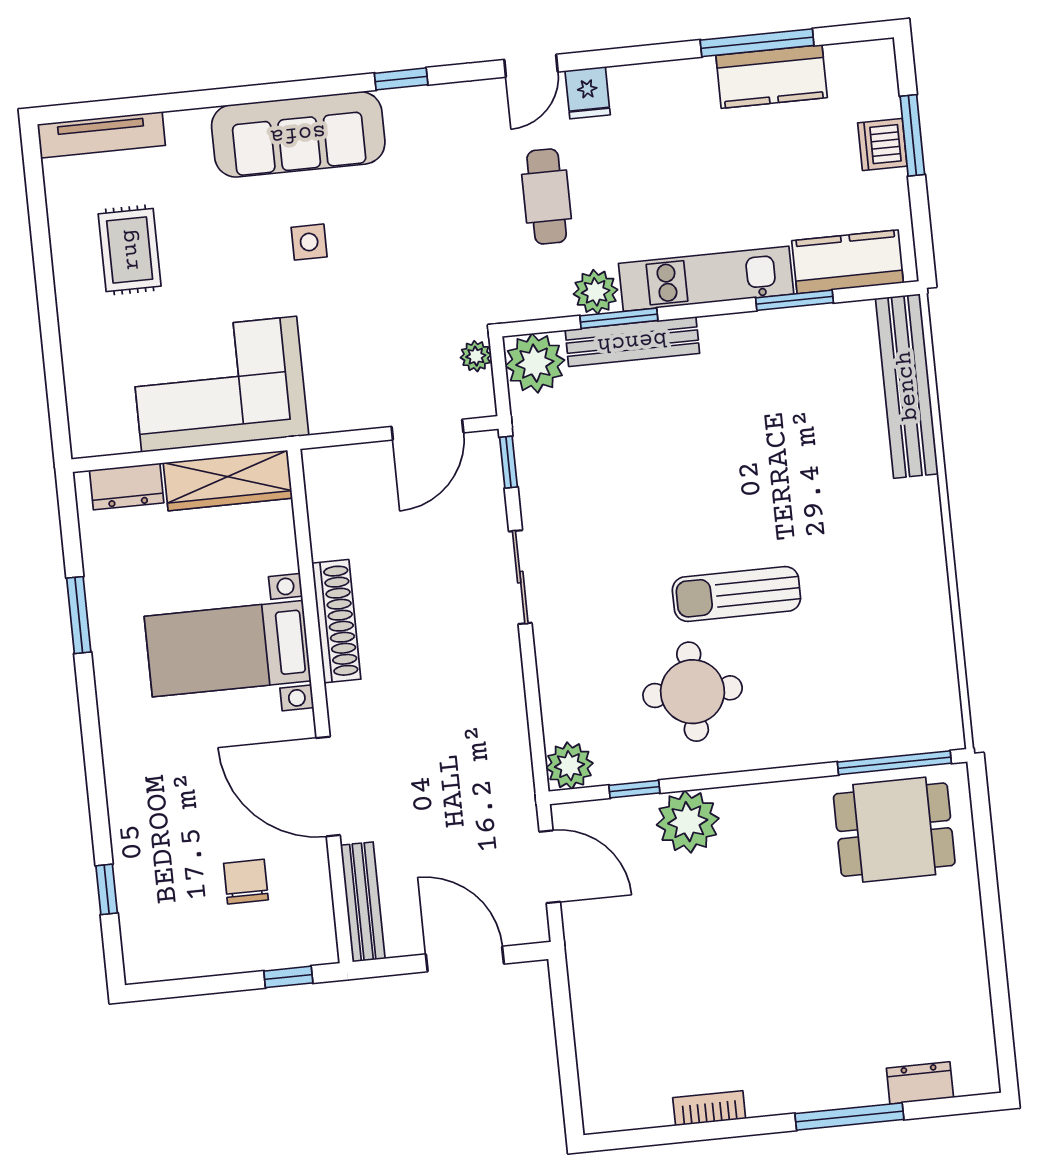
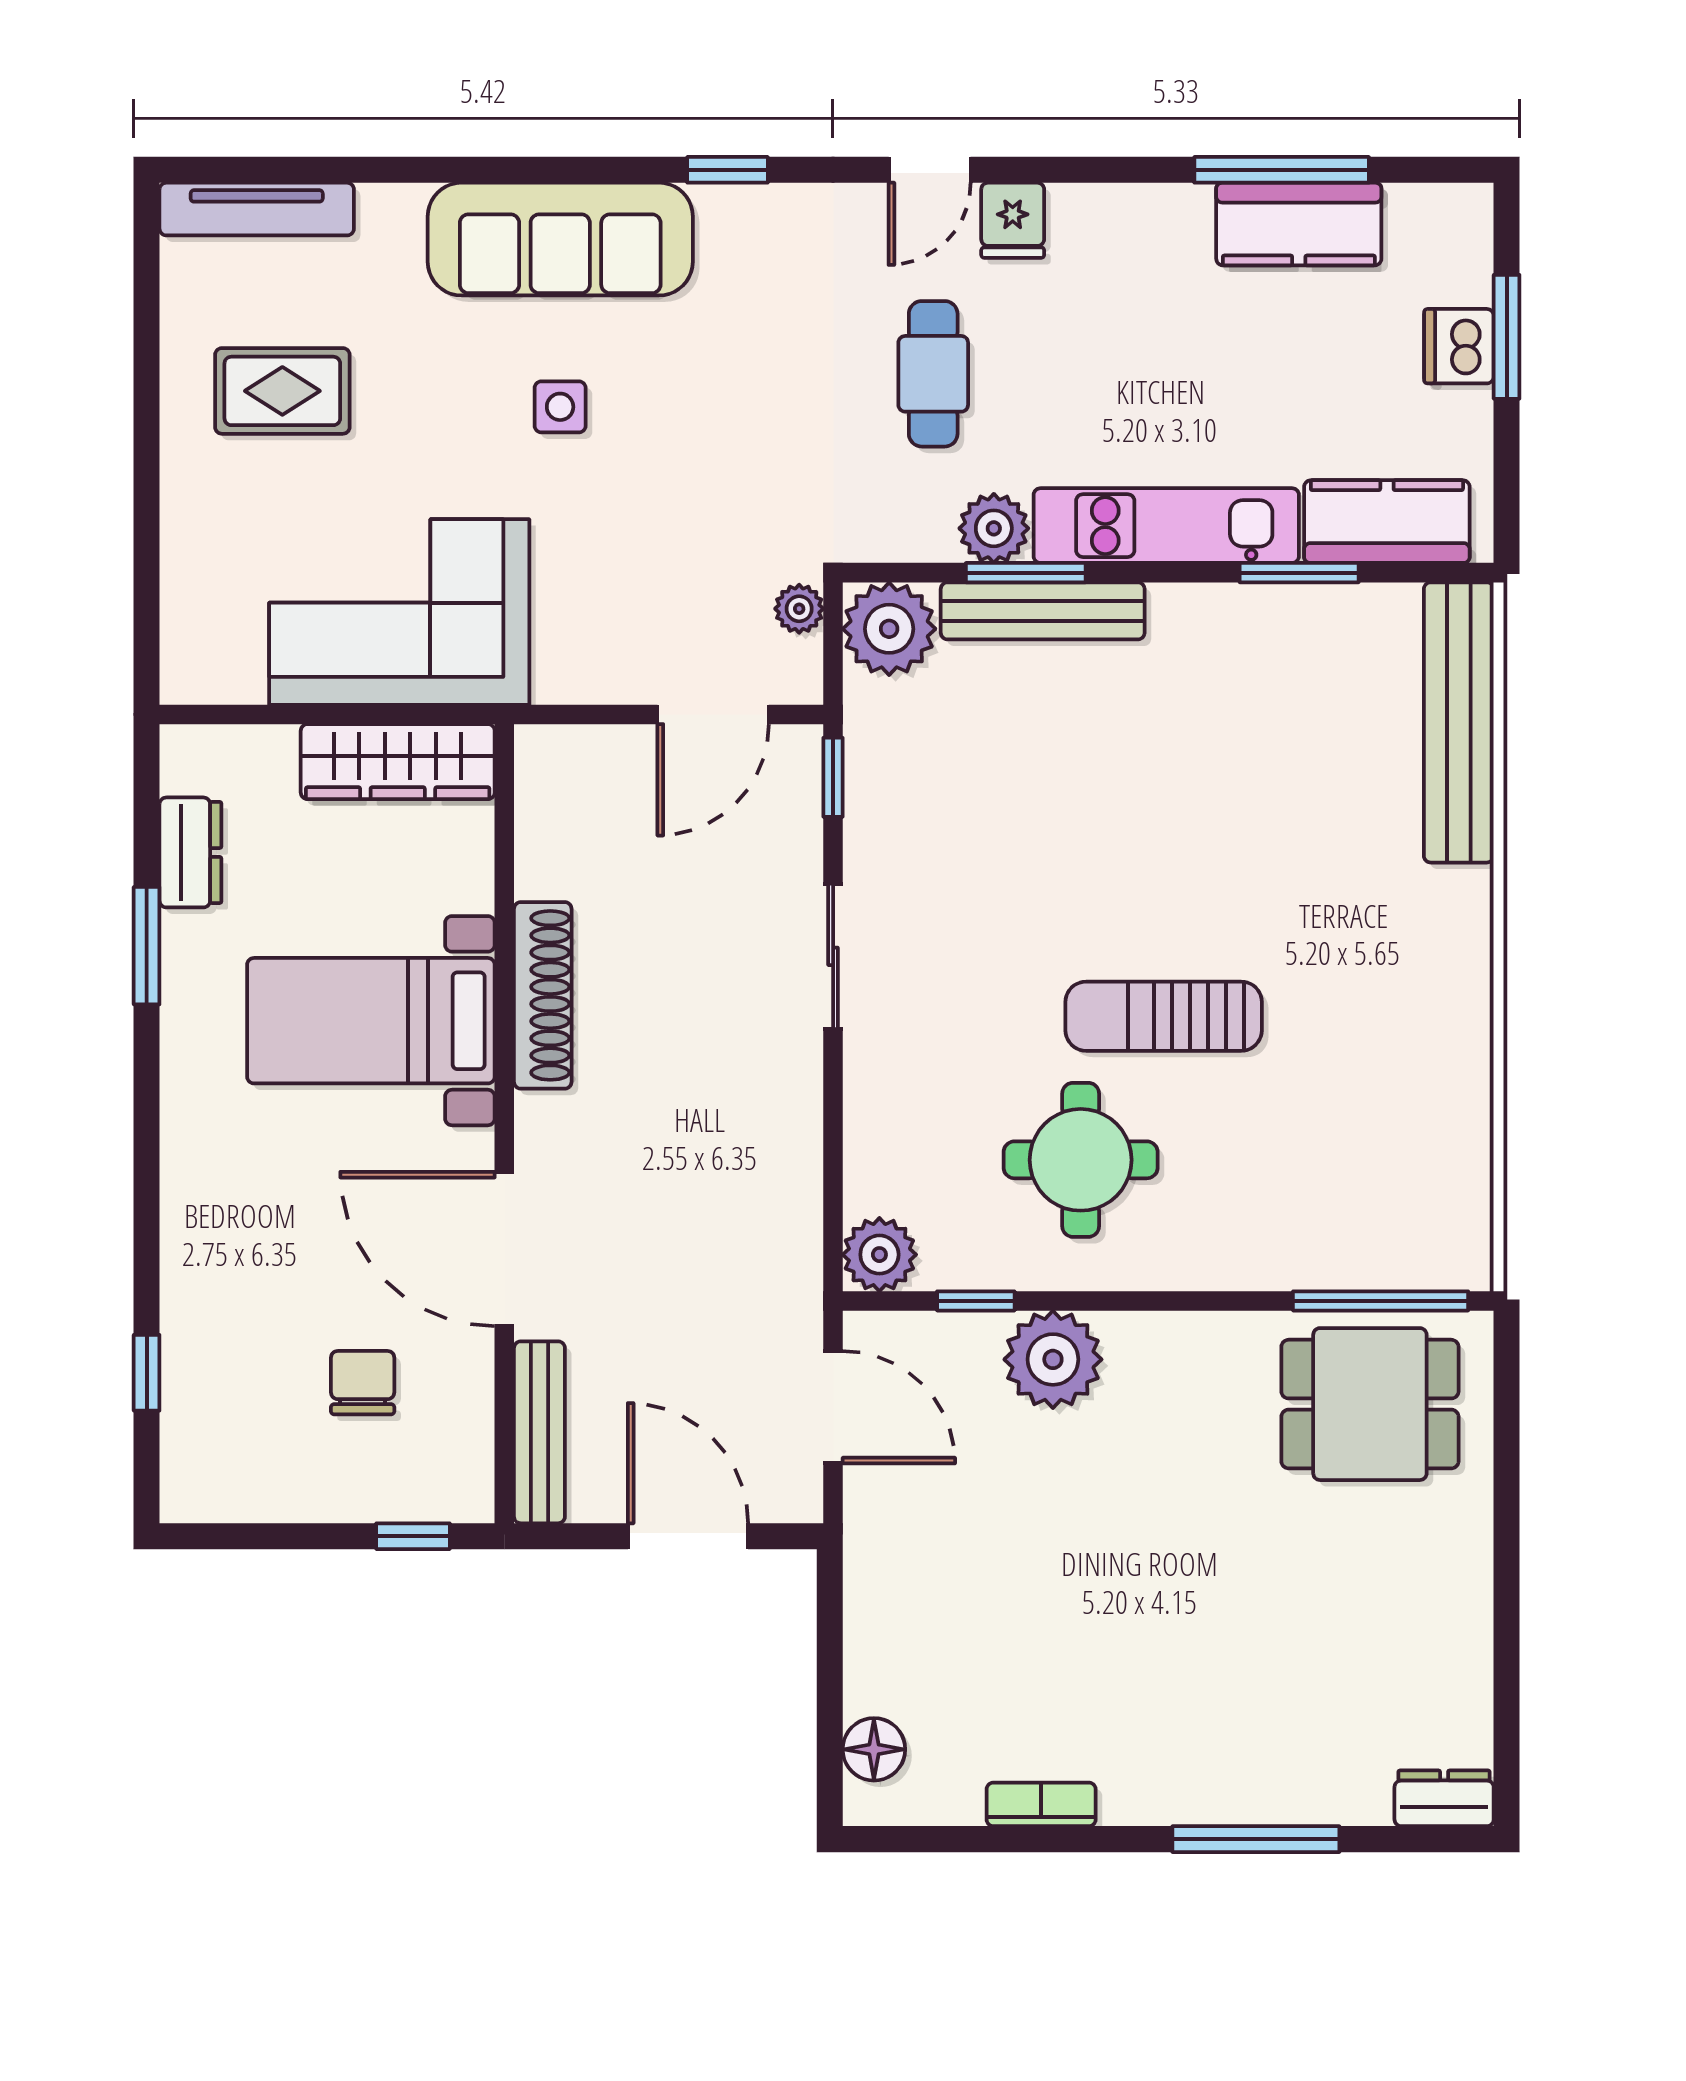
rug: (130, 250) -> (282, 391), turned 90
dresser: (127, 487) -> (190, 852), moved, turned -90
dresser: (920, 1083) -> (1444, 1798), moved
floor lamp: (598, 1084) -> (874, 1749), added

